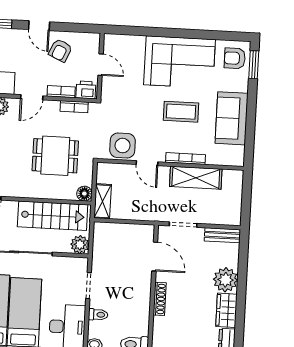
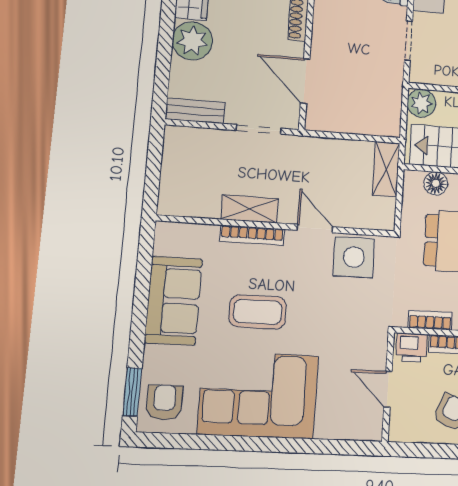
armchair: (235, 58) -> (164, 403), turned -90
shelving: (196, 178) -> (250, 209), width x0.67, depth x0.75
floor lamp: (84, 194) -> (436, 183), moved

